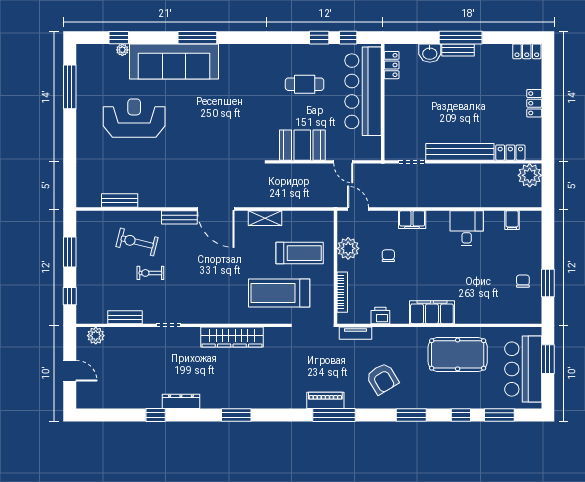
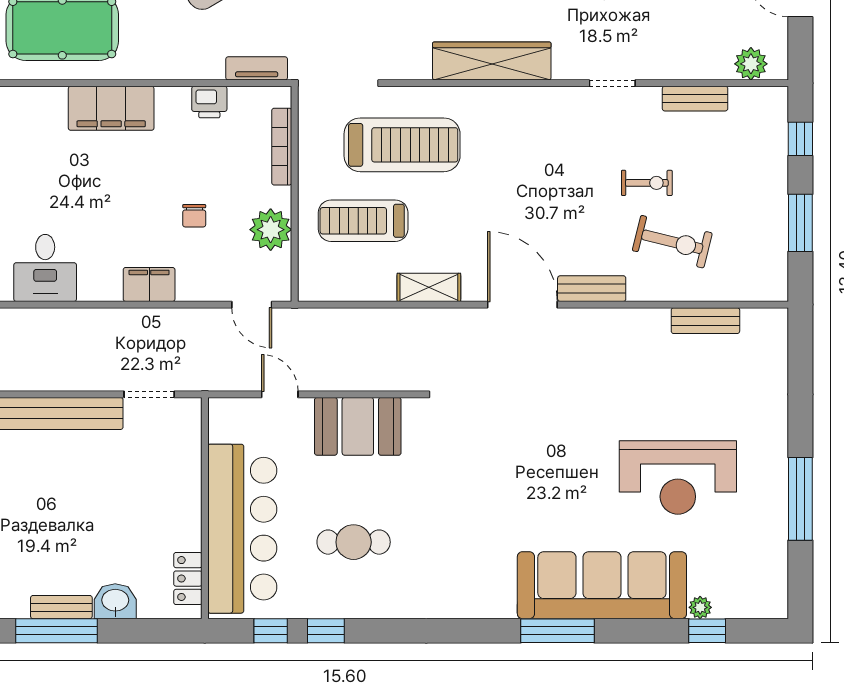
window: (70, 87) -> (800, 499), moved

